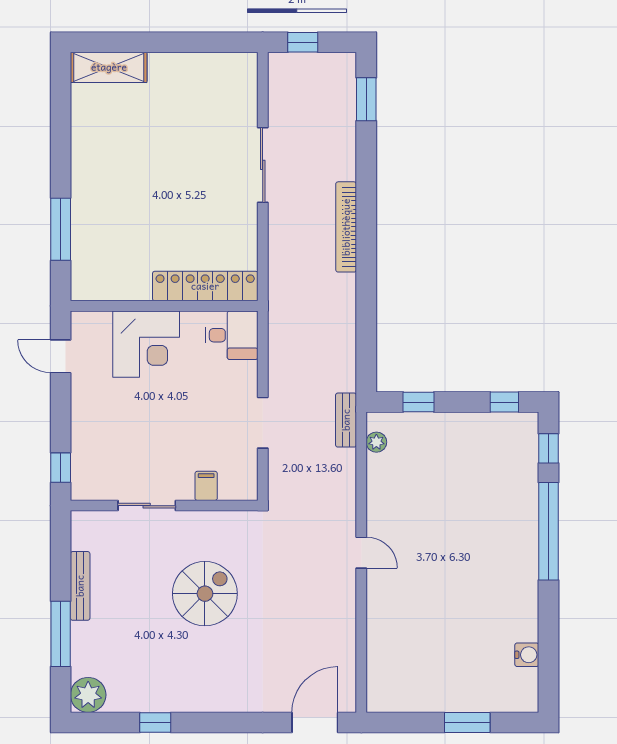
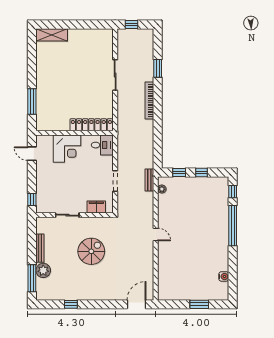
window: (366, 99) -> (158, 68), moved
window: (504, 402) -> (201, 173), moved
filing cabinet: (206, 486) -> (96, 207), width x2.00
window: (61, 634) -> (32, 278), moved
plant: (88, 695) -> (43, 270), moved

